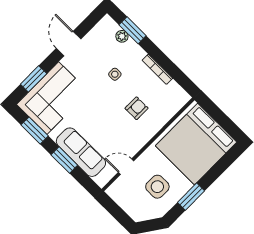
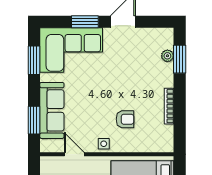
side table: (115, 74) -> (104, 144), moved
window: (34, 79) -> (85, 22), moved
window: (64, 160) -> (34, 120), moved

